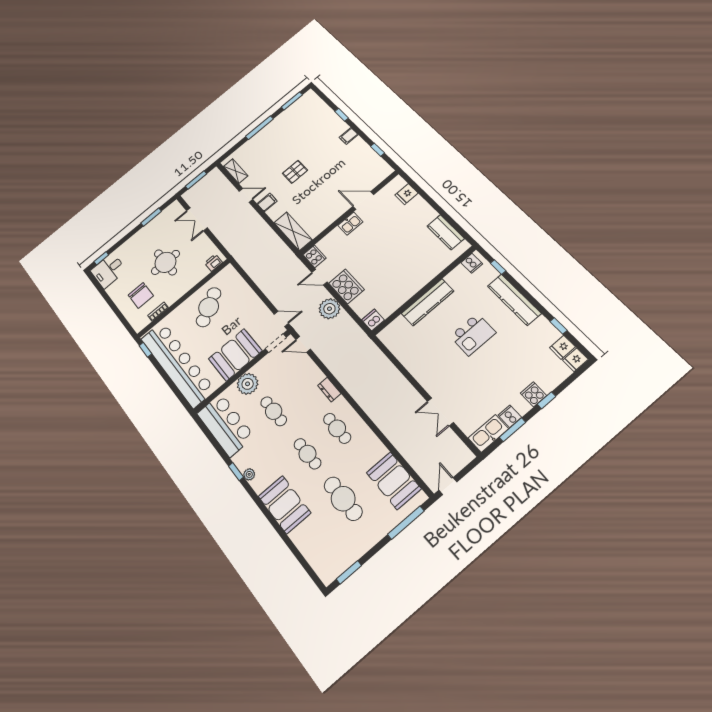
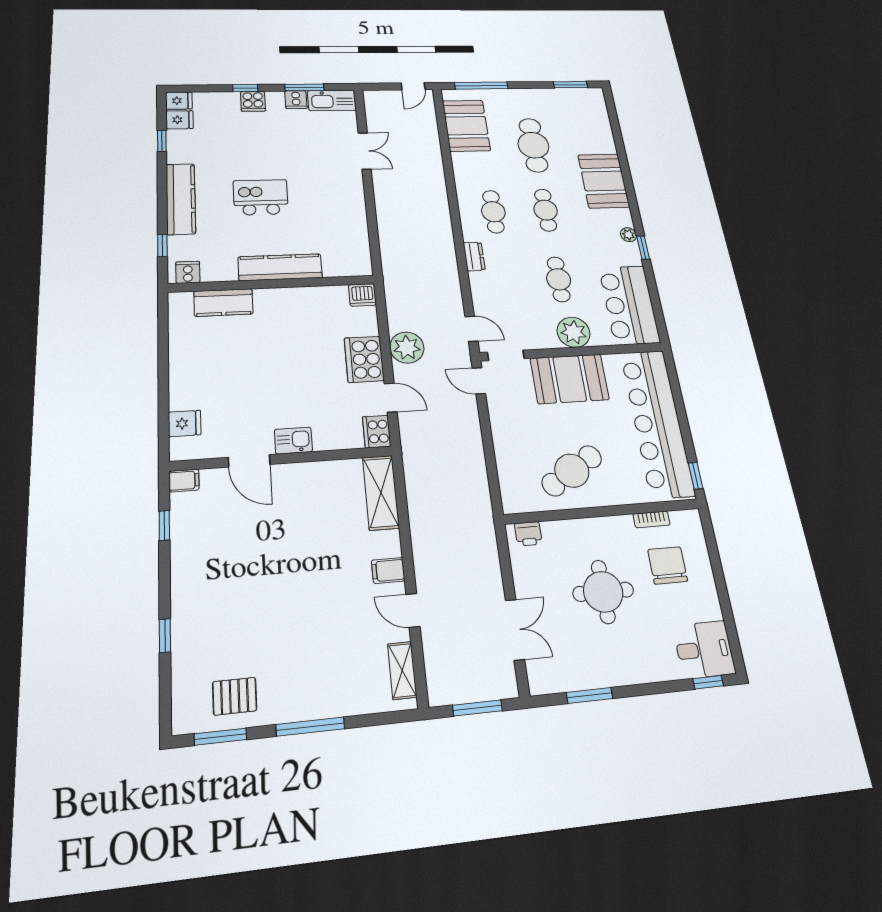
filing cabinet: (349, 136) -> (184, 481), moved
pallet: (295, 172) -> (235, 696), moved
kitchen counter: (446, 232) -> (223, 302), moved, turned 90

